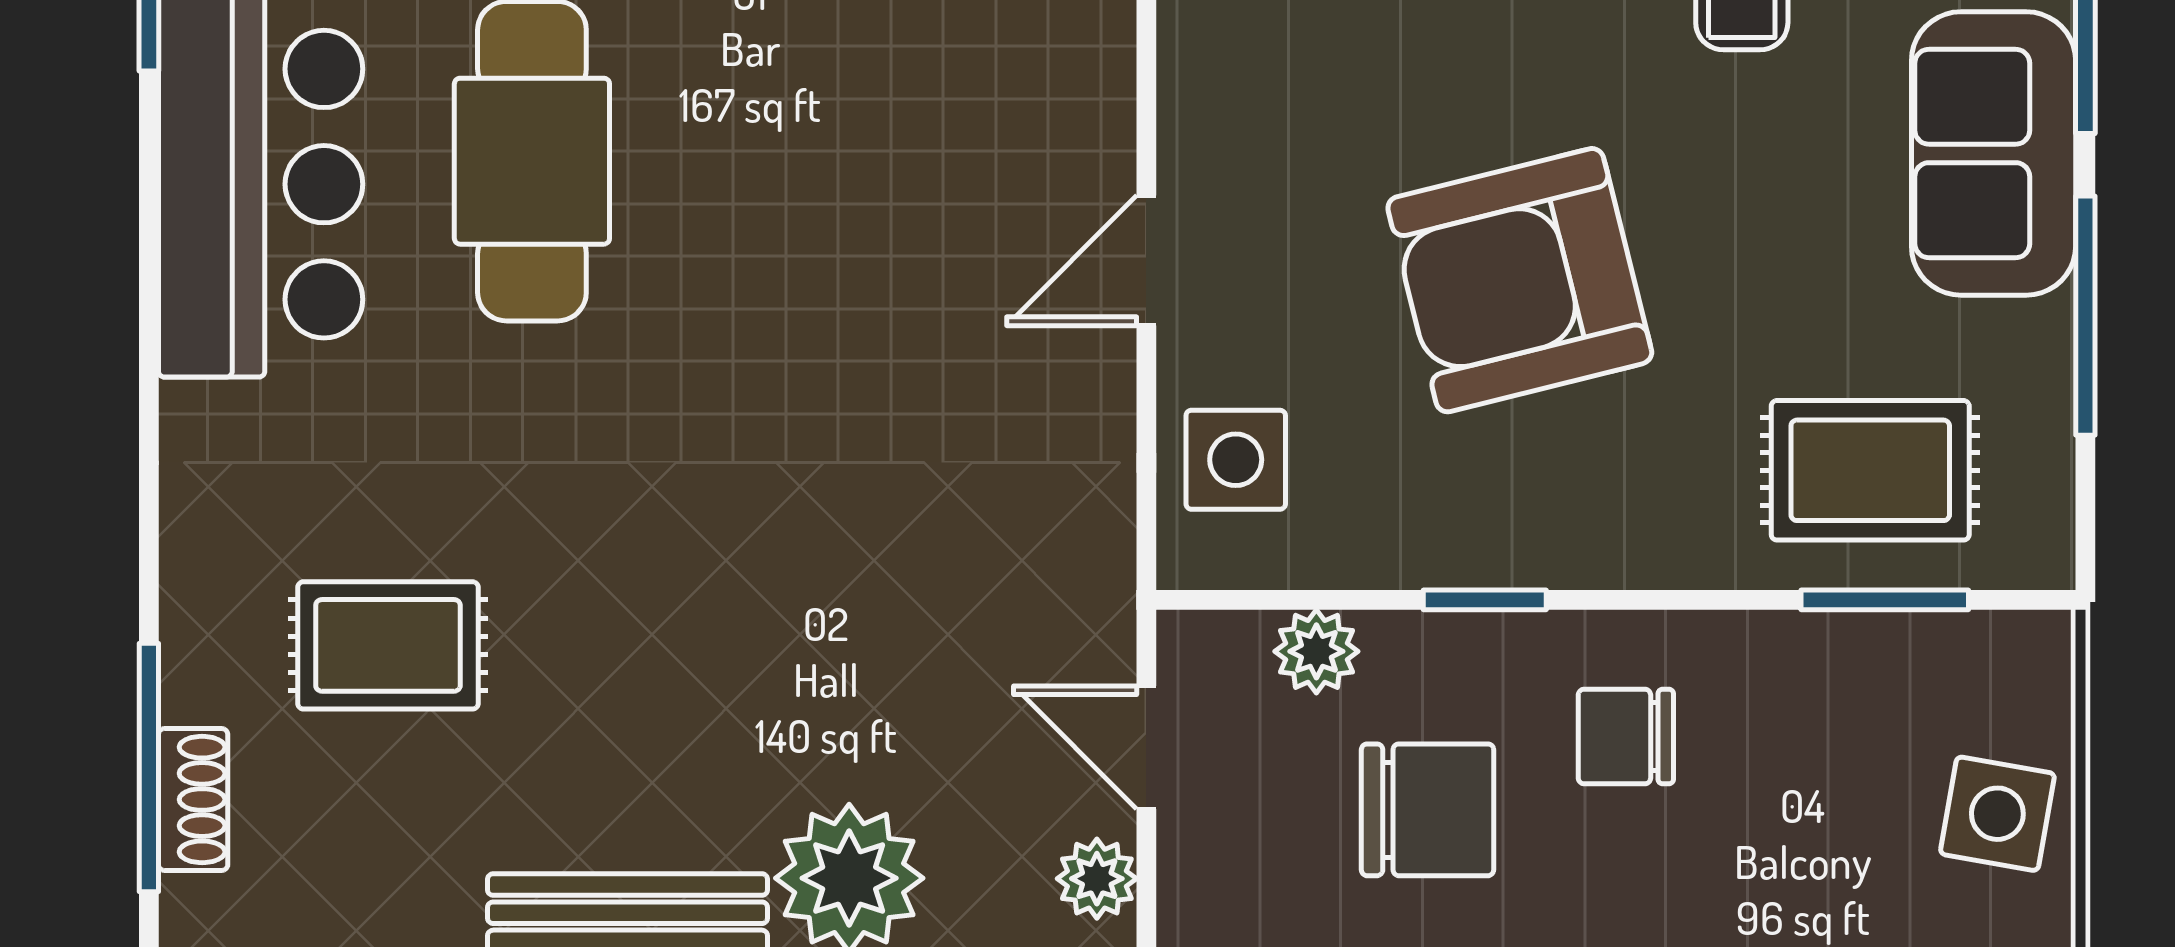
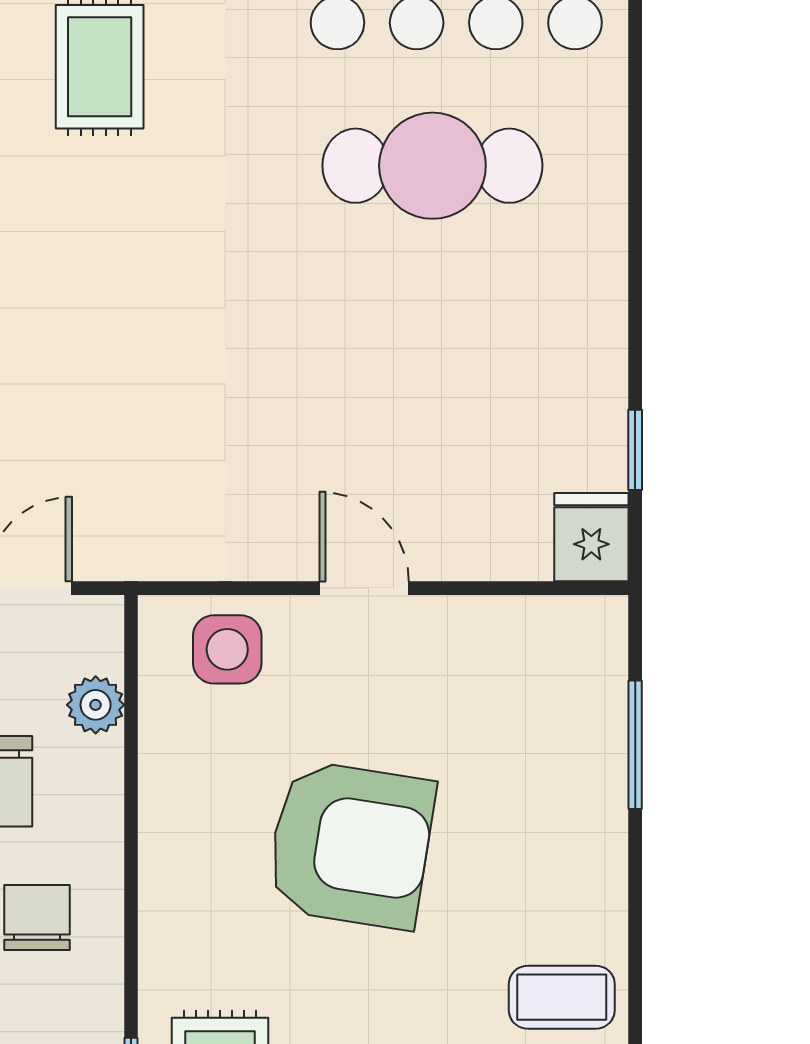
armchair: (1520, 280) -> (351, 845), turned 113
window: (1485, 600) -> (131, 821), removed

